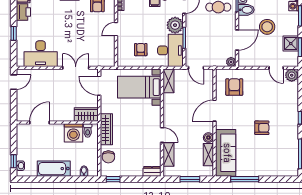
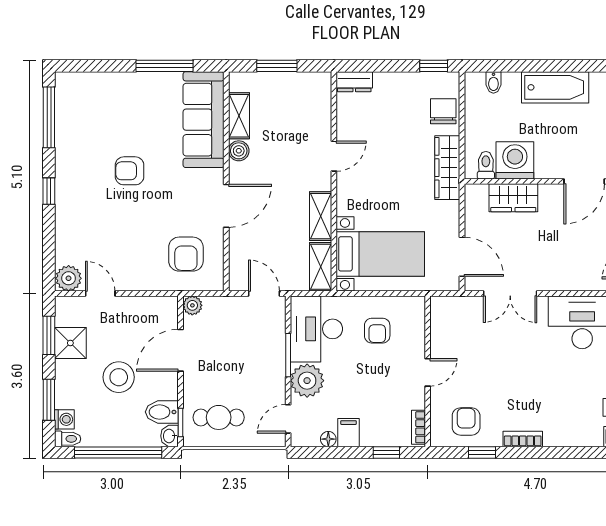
wardrobe: (86, 115) -> (513, 198), moved
door: (162, 135) -> (334, 156), swing flipped
shelving: (168, 155) -> (321, 216), moved

